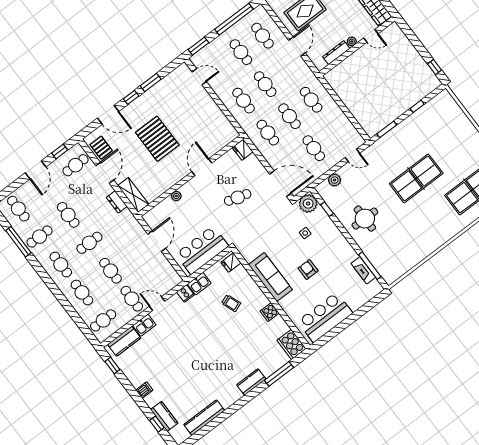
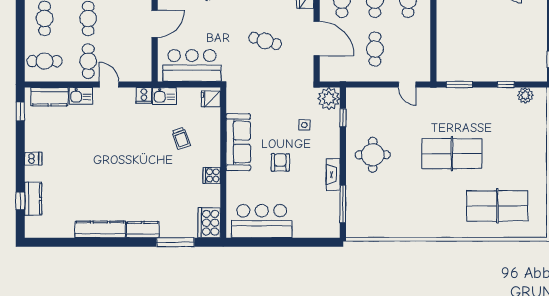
plant: (335, 180) -> (525, 95), moved
door: (280, 184) -> (317, 39), moved
fireplace: (363, 270) -> (333, 175), moved
kitchen counter: (204, 418) -> (100, 229), moved

